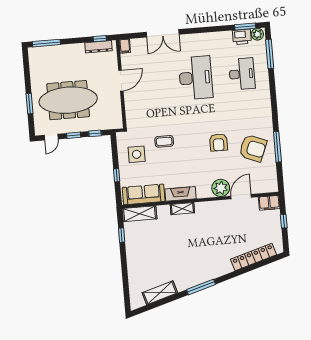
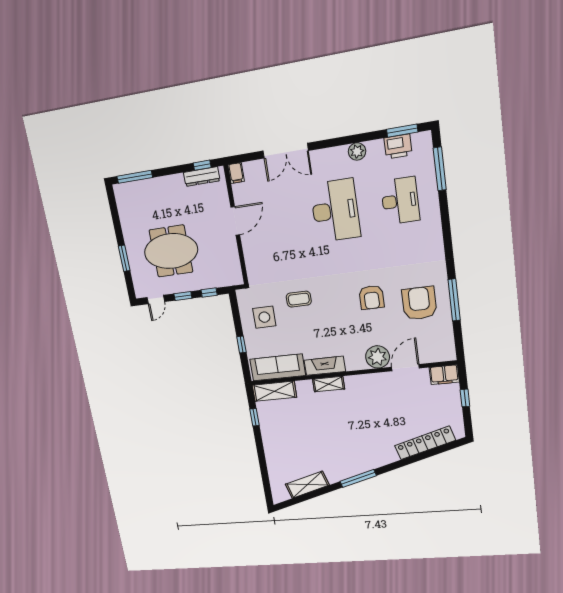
plant: (257, 34) -> (357, 151), moved
meeting table: (68, 100) -> (171, 251), width x0.73
armchair: (253, 148) -> (419, 303), turned -112

